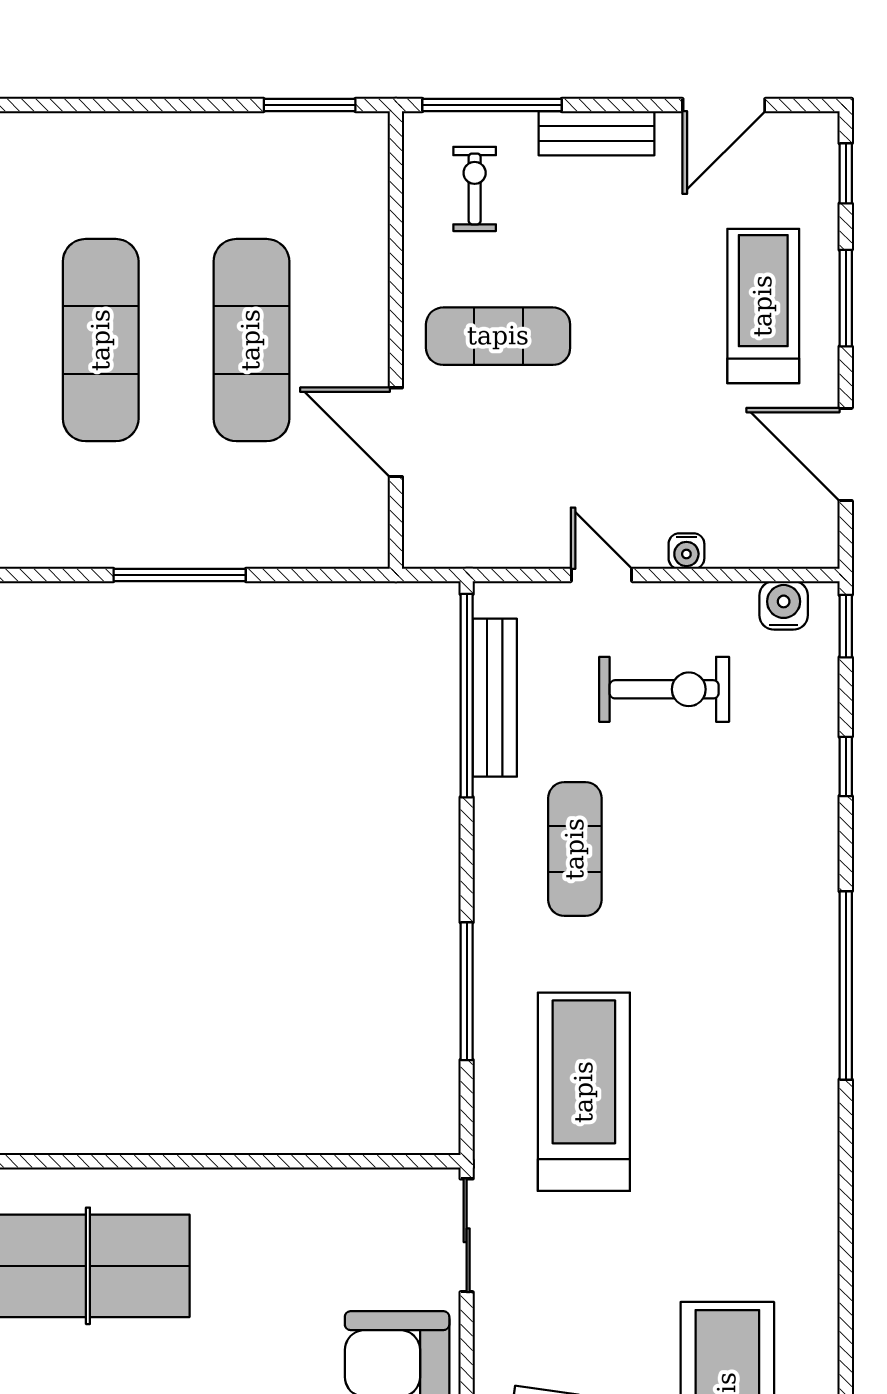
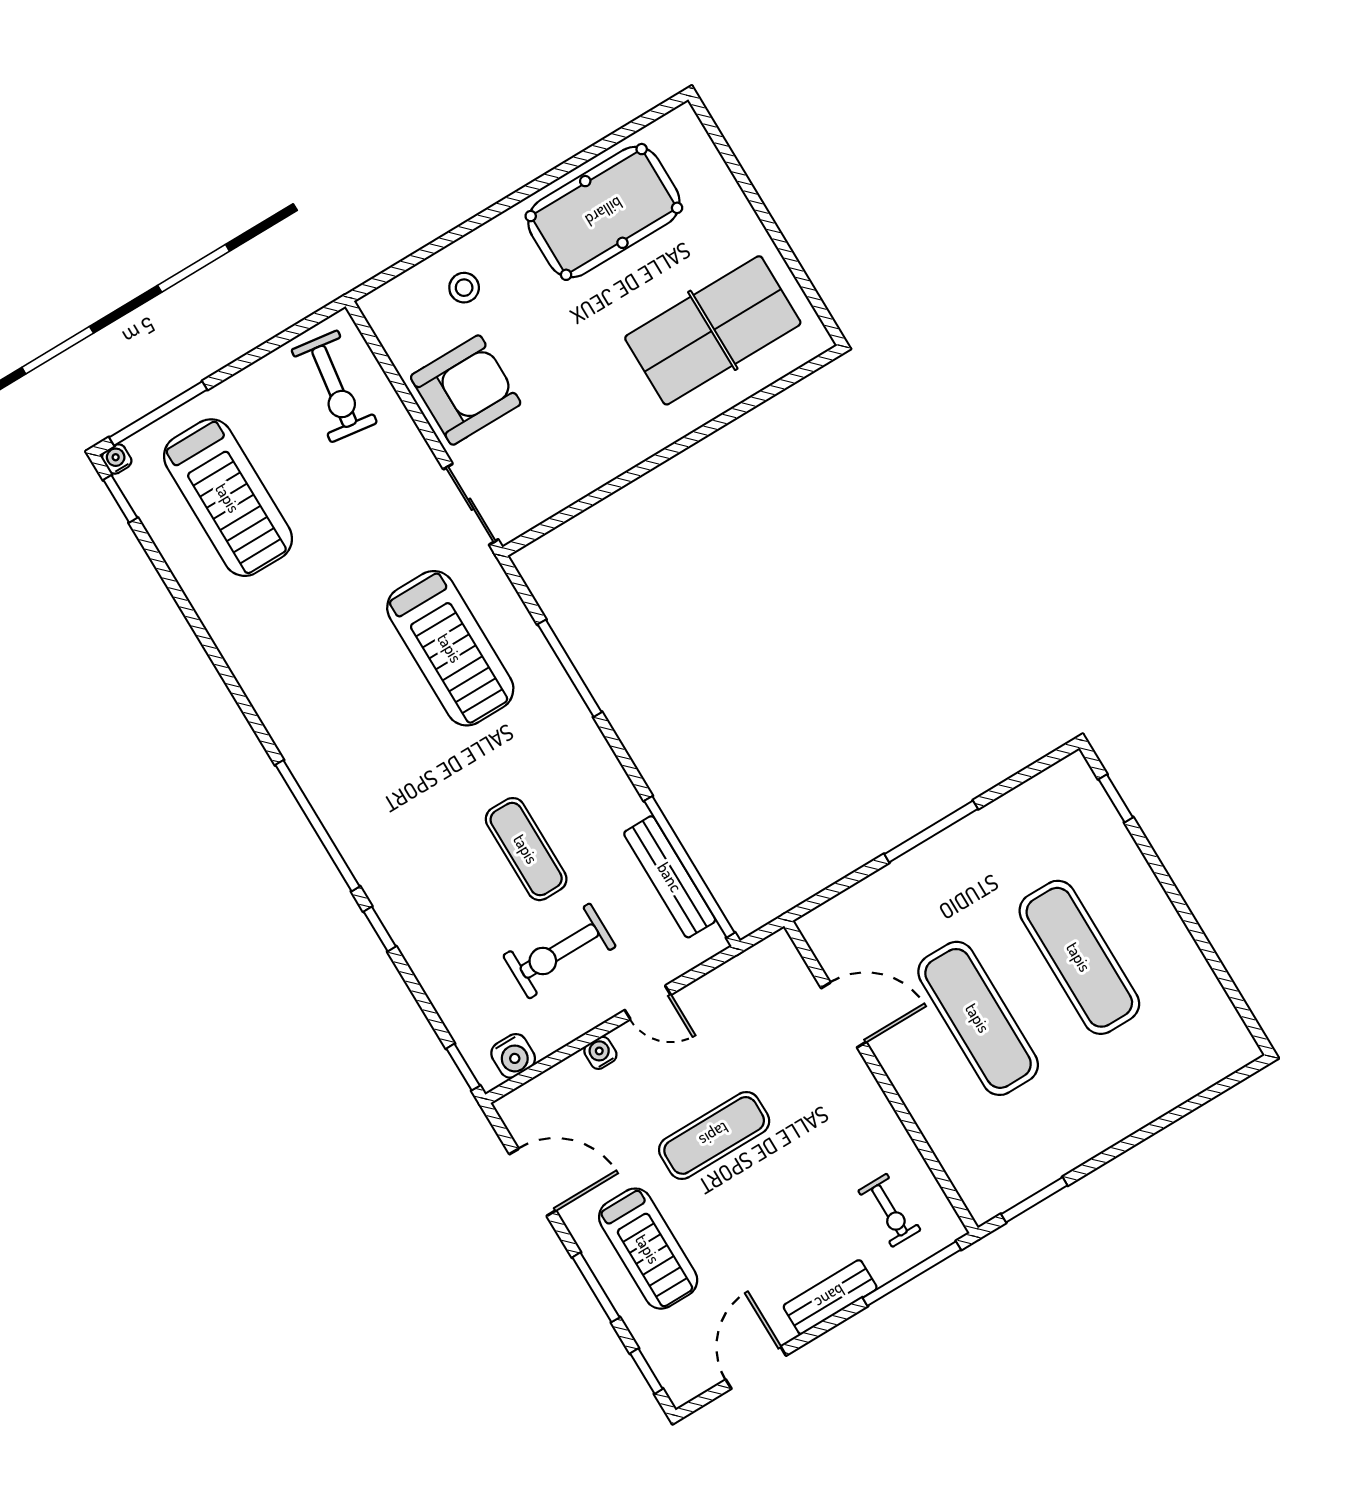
exercise mat: (498, 336) -> (714, 1135), moved
window: (846, 766) -> (380, 929), moved
exercise mat: (575, 849) -> (526, 849), moved

